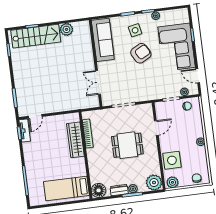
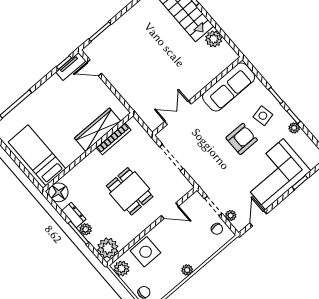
armchair: (141, 53) -> (242, 139), turned -61

